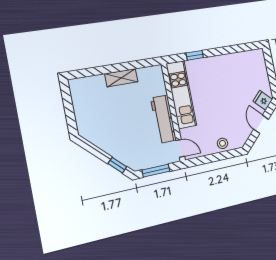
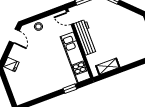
shelving: (121, 78) -> (108, 66), moved
door: (261, 124) -> (14, 36), moved

